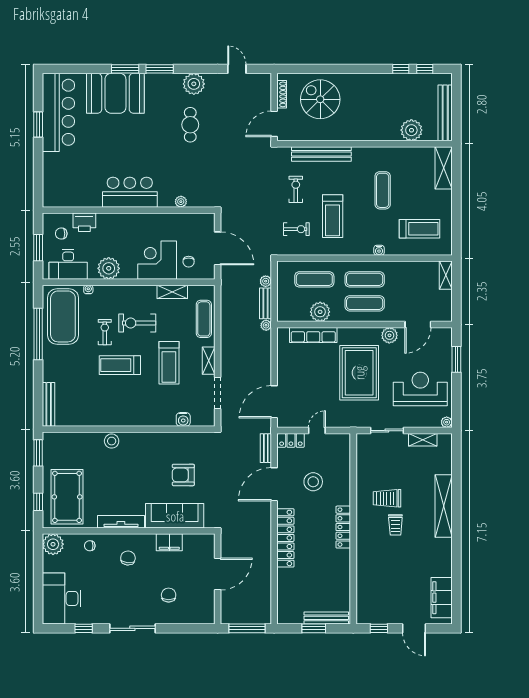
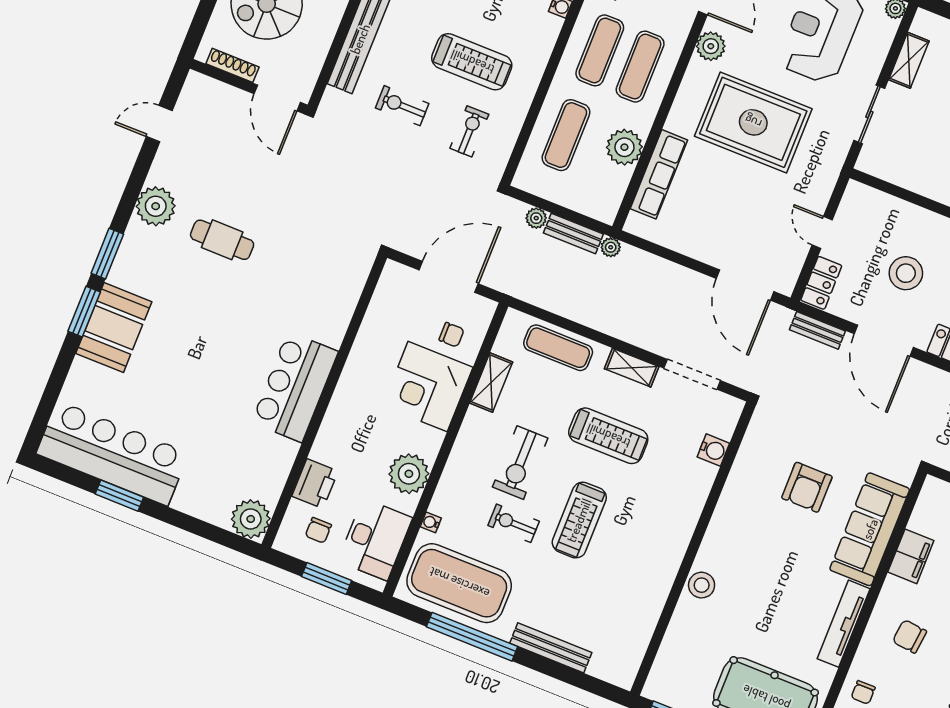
booth: (115, 93) -> (114, 328), width x0.73, depth x0.70
plant: (181, 202) -> (251, 519), moved, width x1.87, depth x1.87
bench: (49, 404) -> (551, 648), moved

